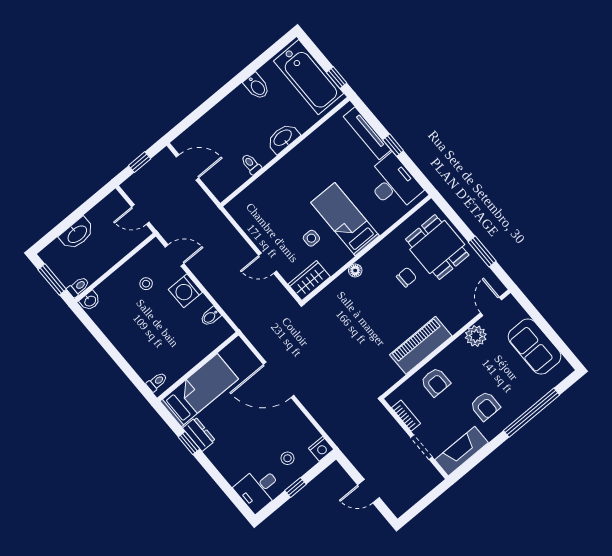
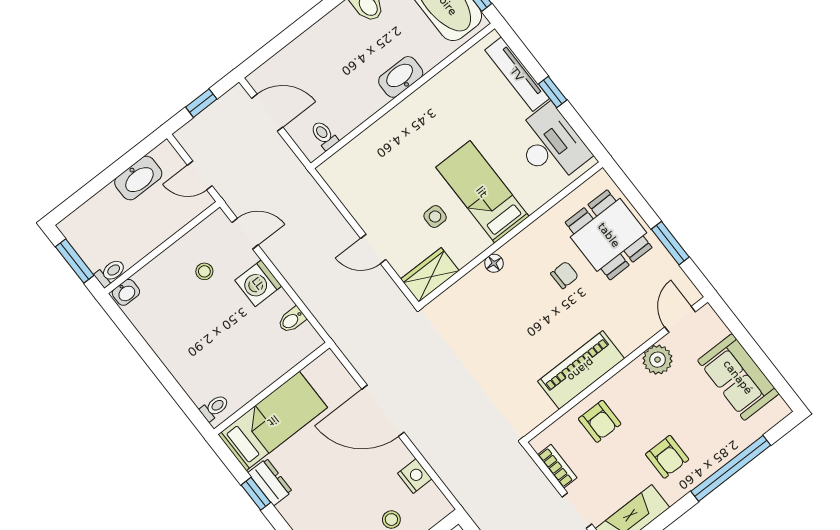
toilet: (251, 164) -> (324, 135), moved
washbasin: (77, 234) -> (138, 178), moved
nightstand: (321, 449) -> (415, 476), moved, turned -90

